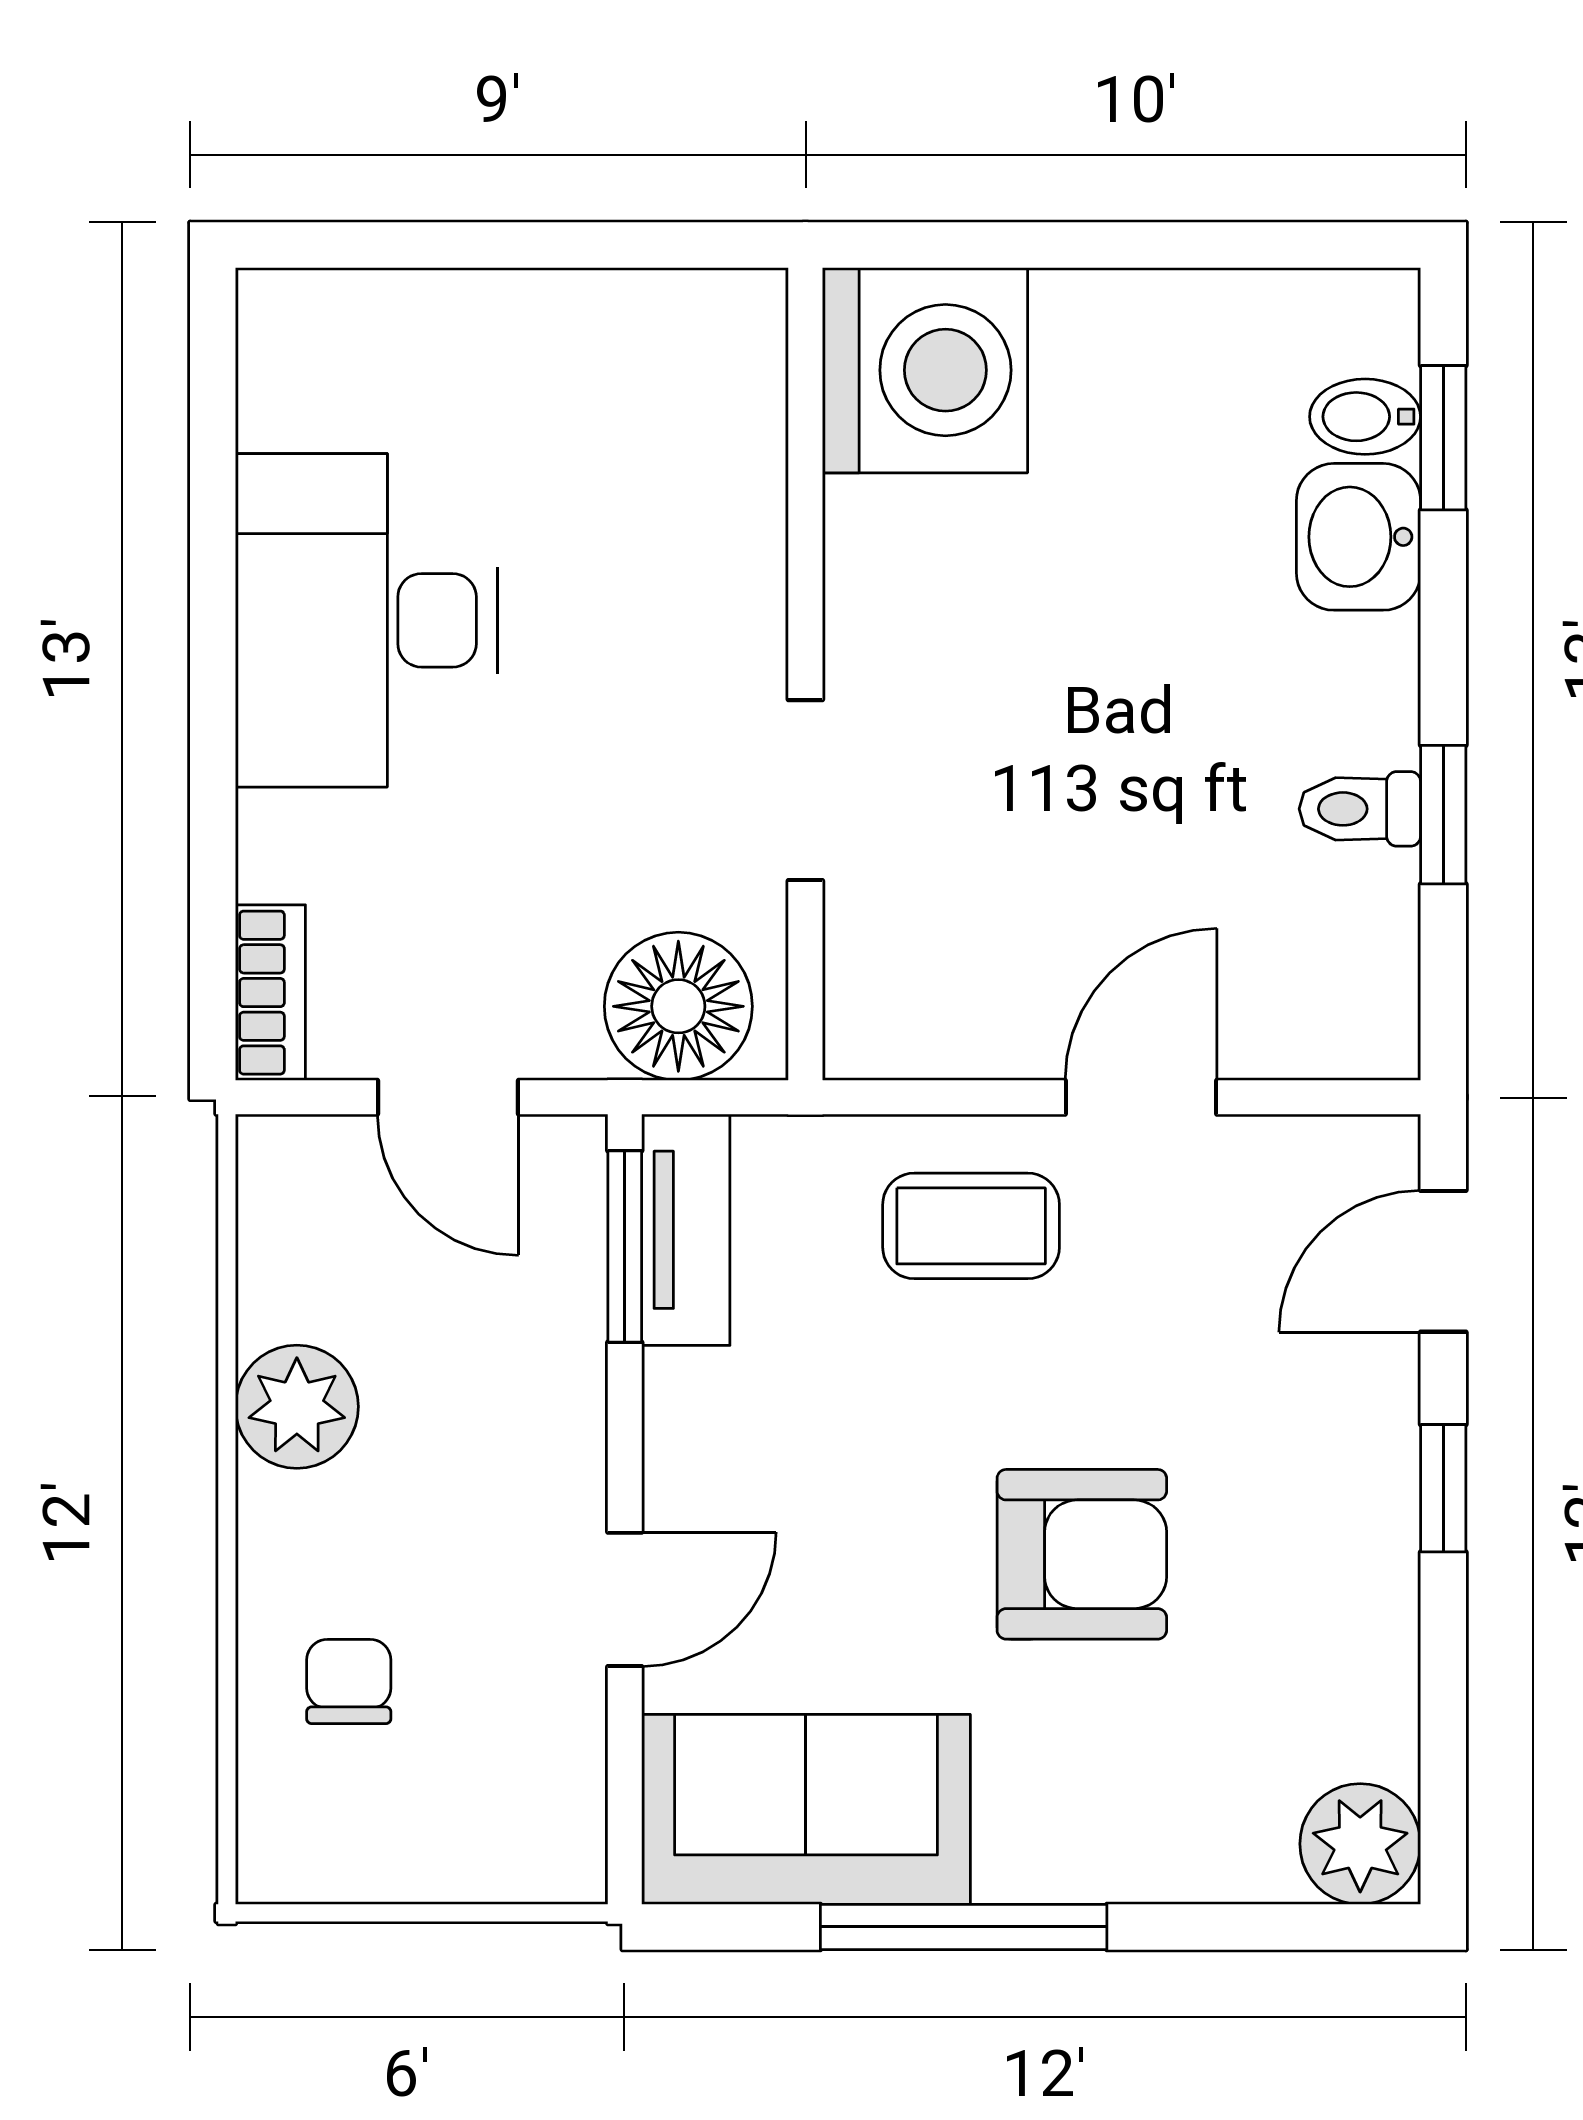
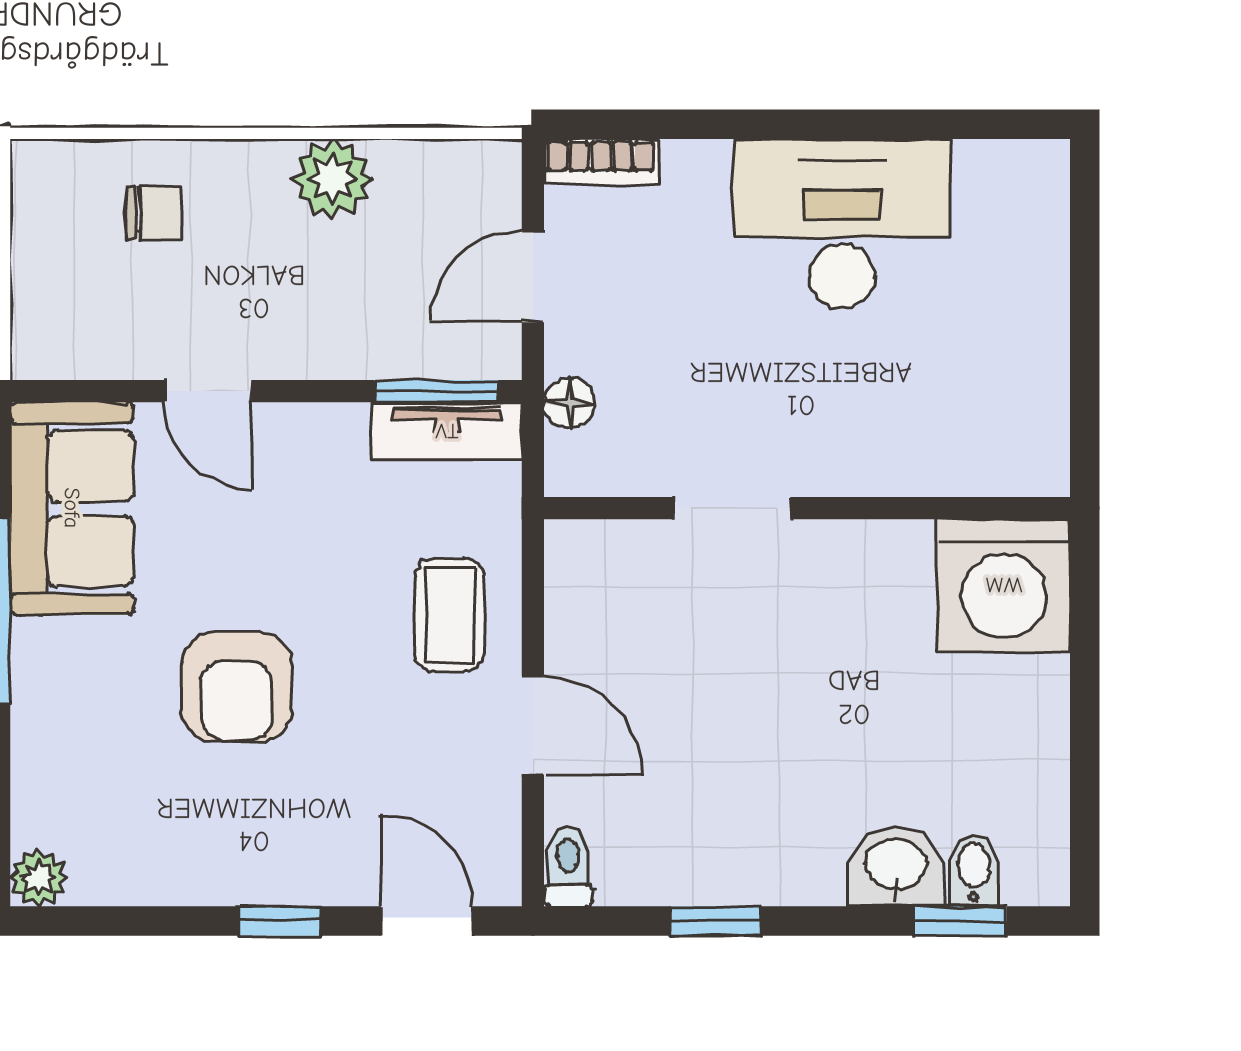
toilet: (1360, 809) -> (568, 867), moved
floor lamp: (678, 1006) -> (569, 403), width x0.53, depth x0.53
plant: (1360, 1844) -> (39, 878), width x0.73, depth x0.73

